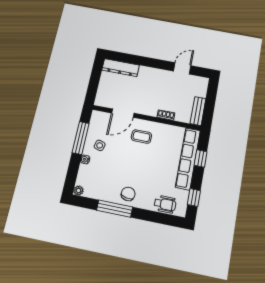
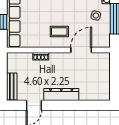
dresser: (121, 68) -> (61, 94), moved
bench: (198, 111) -> (12, 87), moved

